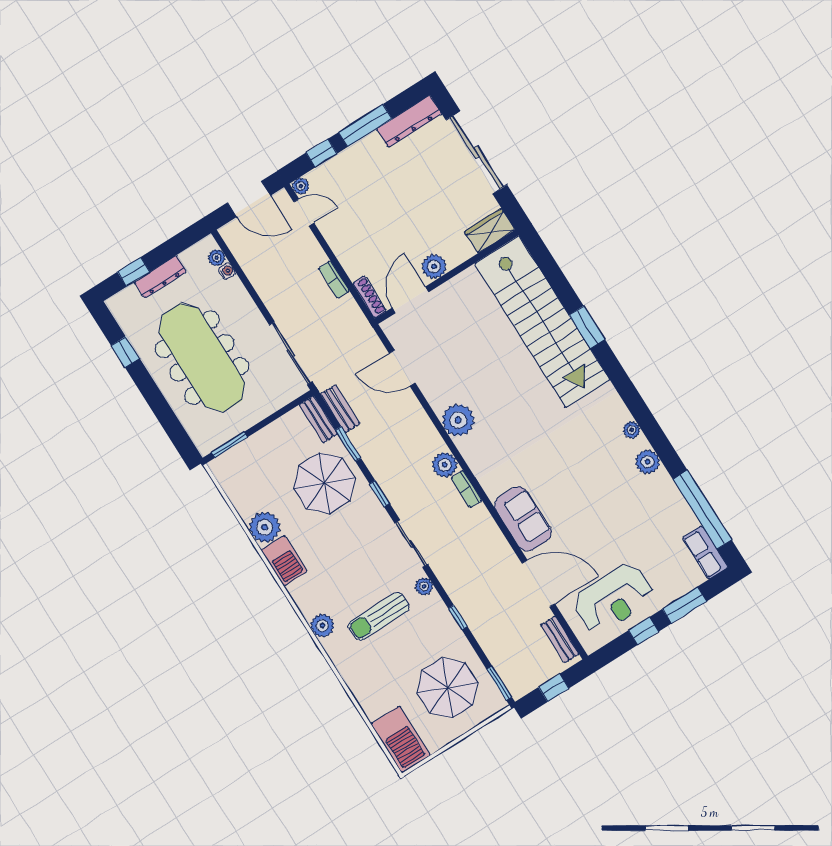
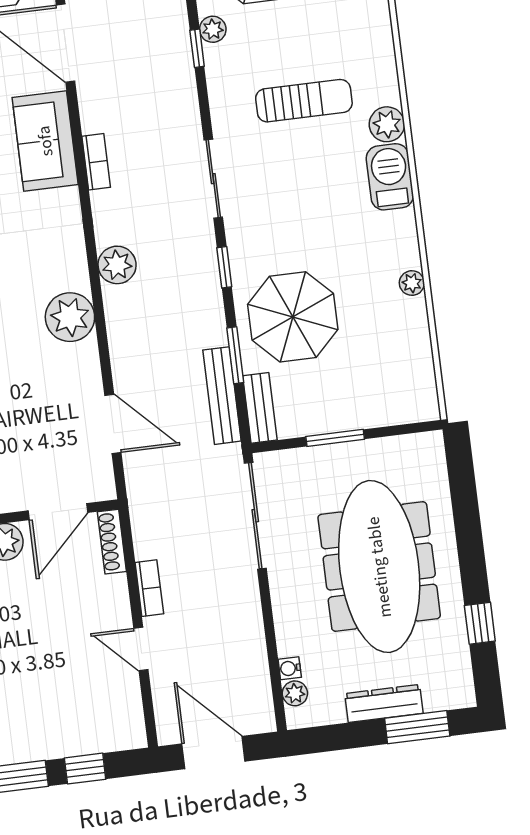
plant: (301, 186) -> (134, 737), removed
door: (304, 213) -> (141, 649), moved
window: (134, 272) -> (417, 727), width x1.50
bench: (340, 409) -> (222, 396), width x1.36
window: (229, 445) -> (335, 438), moved
bookcase: (466, 489) -> (96, 162), moved
plant: (265, 527) -> (412, 283), width x0.53, depth x0.53
barbecue: (284, 561) -> (390, 177), moved
plant: (424, 586) -> (213, 29), moved

